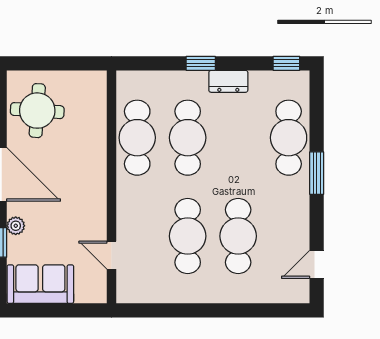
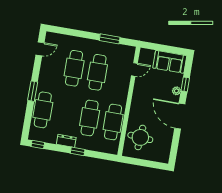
round table: (37, 111) -> (140, 137), moved
door: (112, 255) -> (134, 70), hinge flipped
window: (174, 310) -> (110, 39), added

